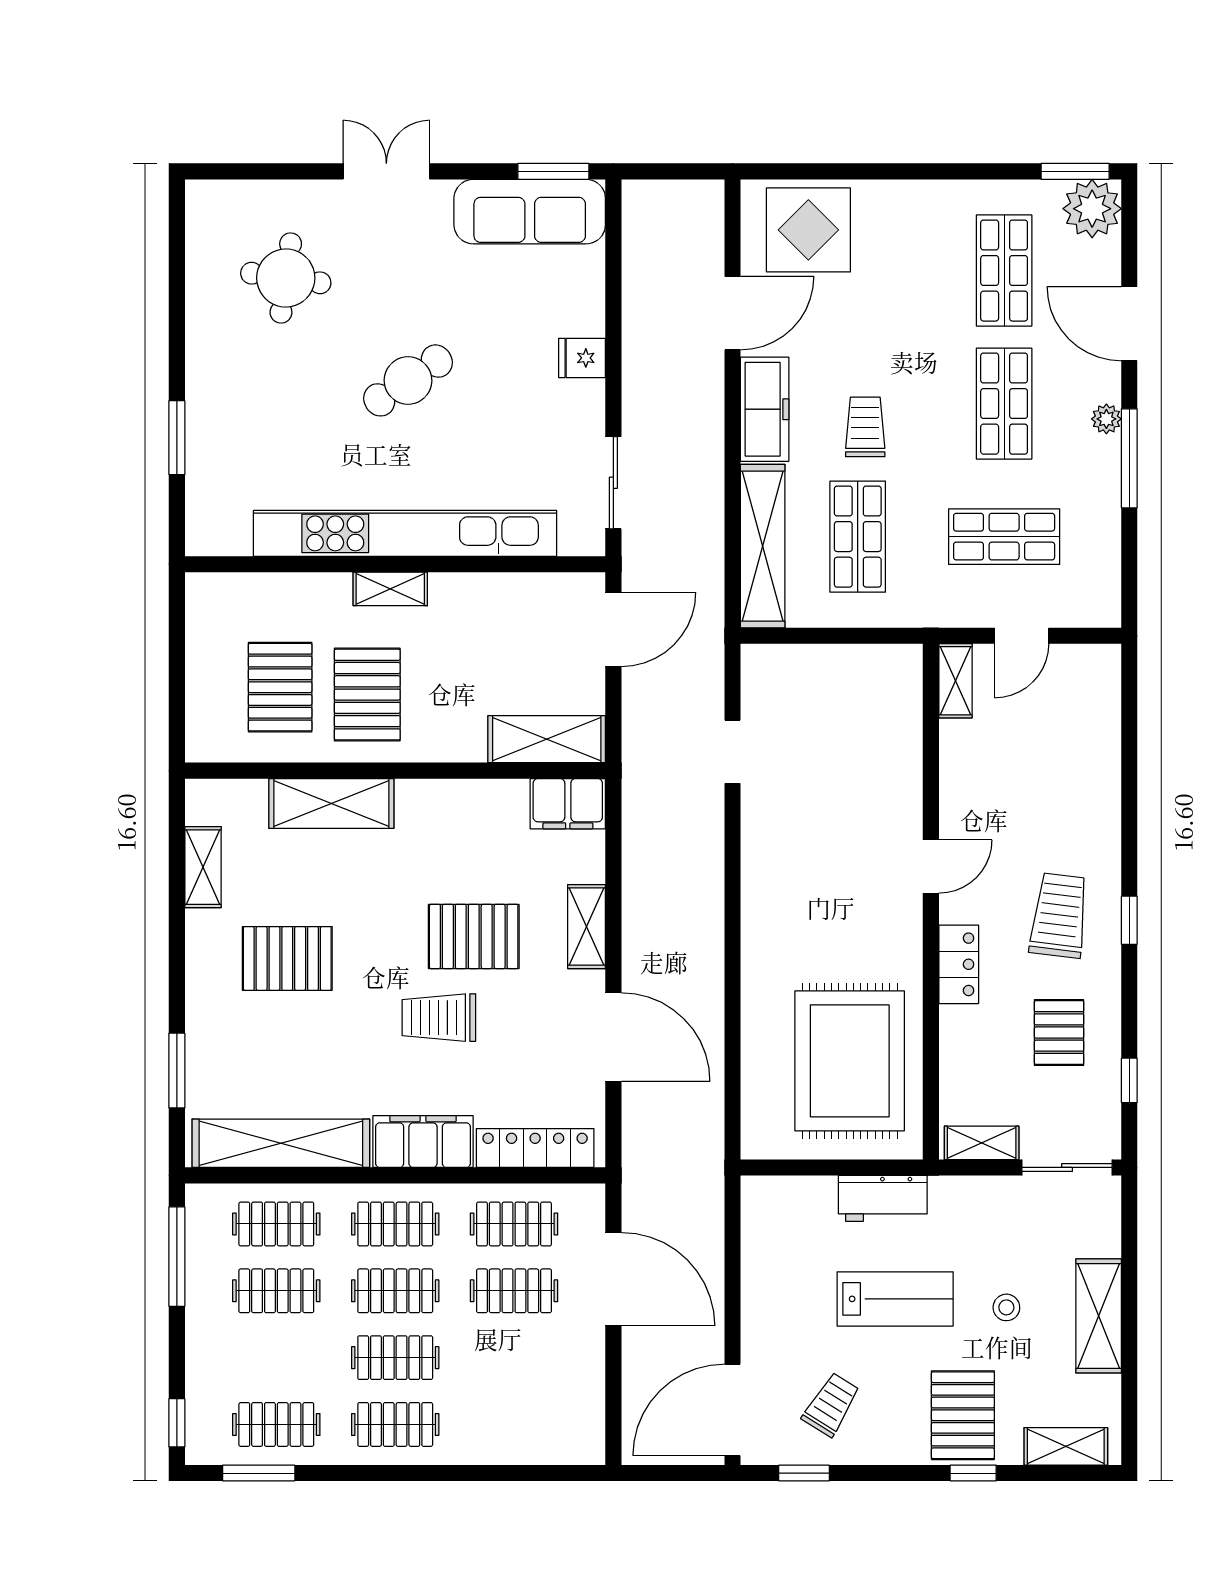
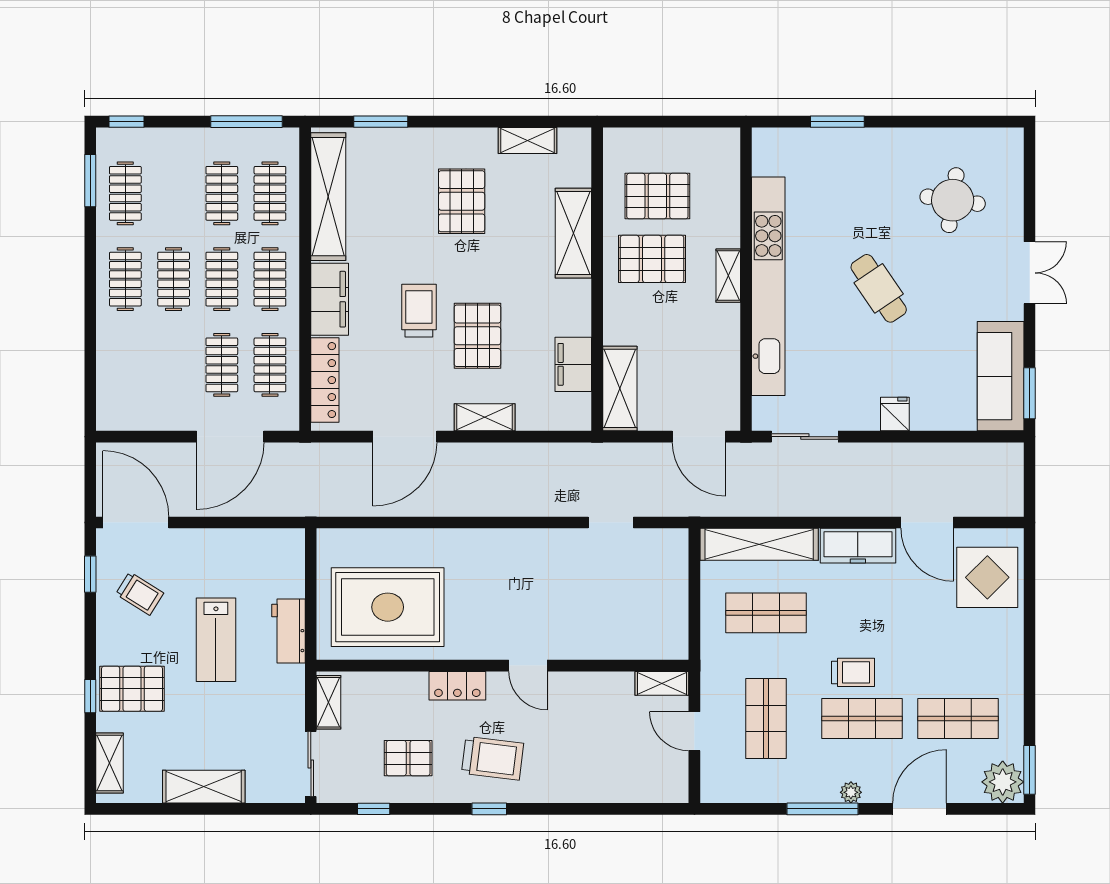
trolley: (865, 427) -> (853, 672), moved
filing cabinet: (568, 804) -> (573, 364), moved
stool: (1006, 1307) -> (210, 720), removed

